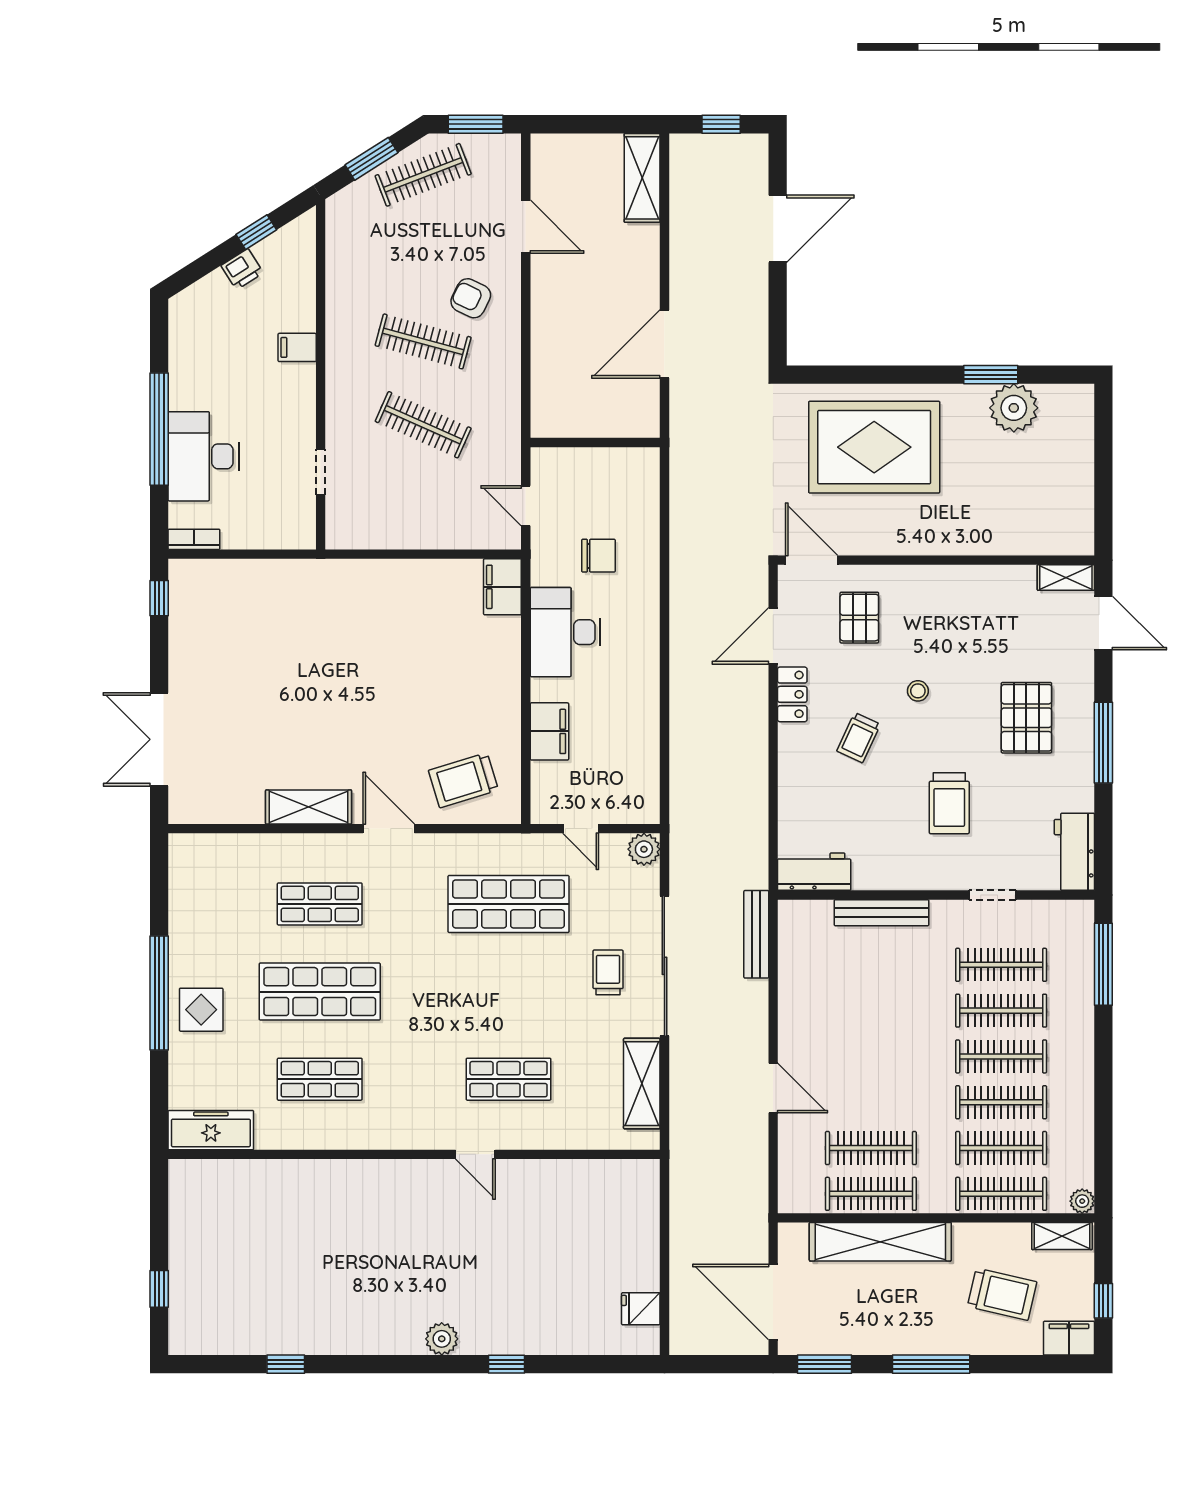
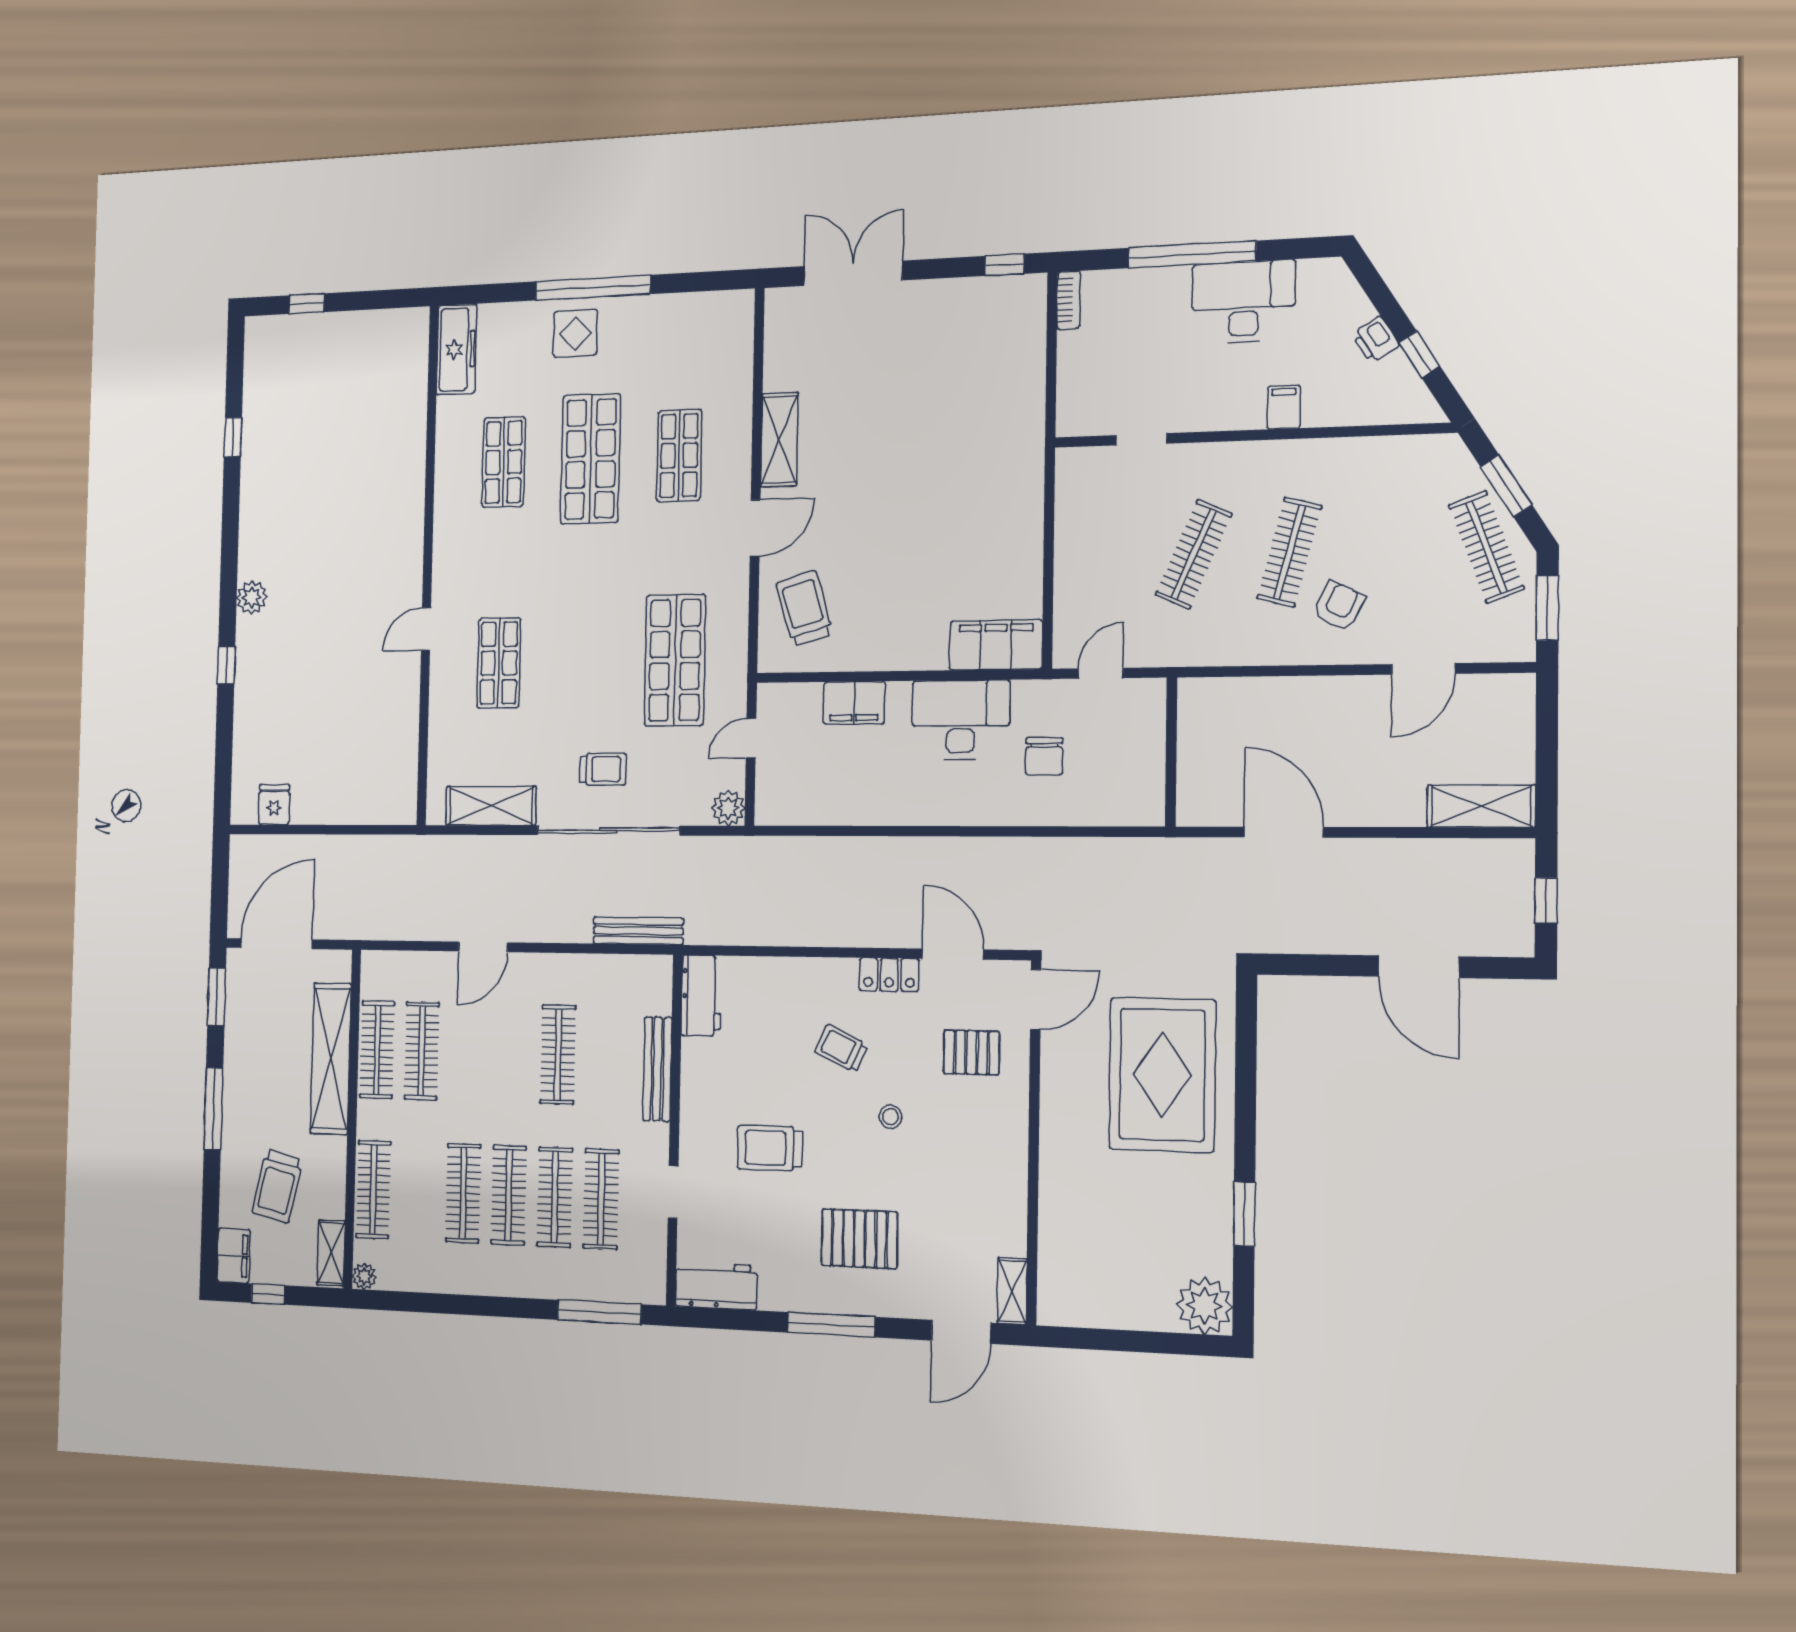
plant: (1014, 408) -> (1205, 1306), moved
desk: (203, 456) -> (1244, 302), moved
filing cabinet: (502, 587) -> (996, 645), width x1.50, depth x1.17
clothes rail: (1001, 1148) -> (558, 1055), moved

